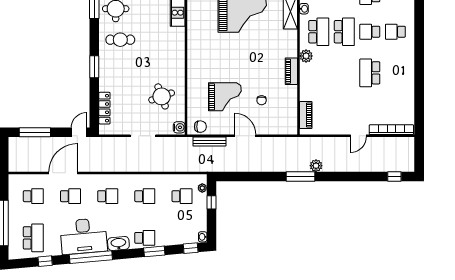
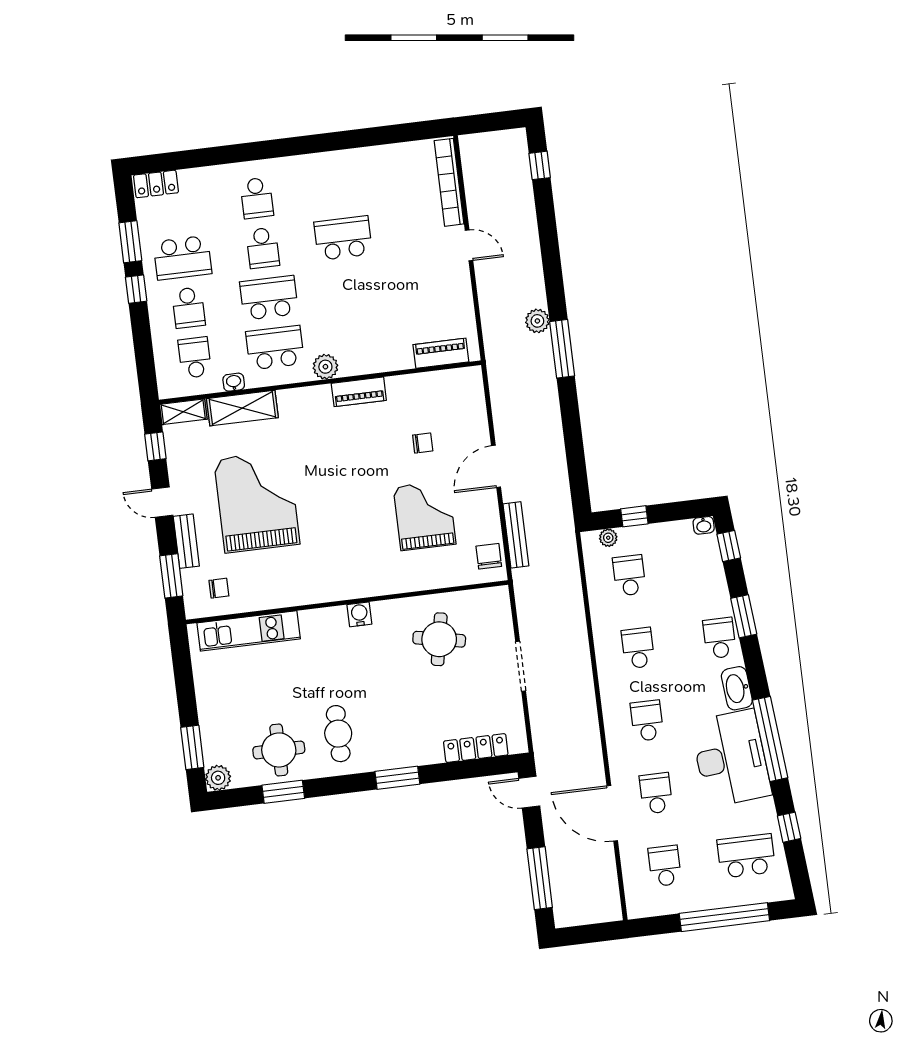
school desk: (370, 73) -> (343, 238), turned 180
round table: (162, 96) -> (439, 639), turned 31
water cooler: (179, 127) -> (359, 614), moved

